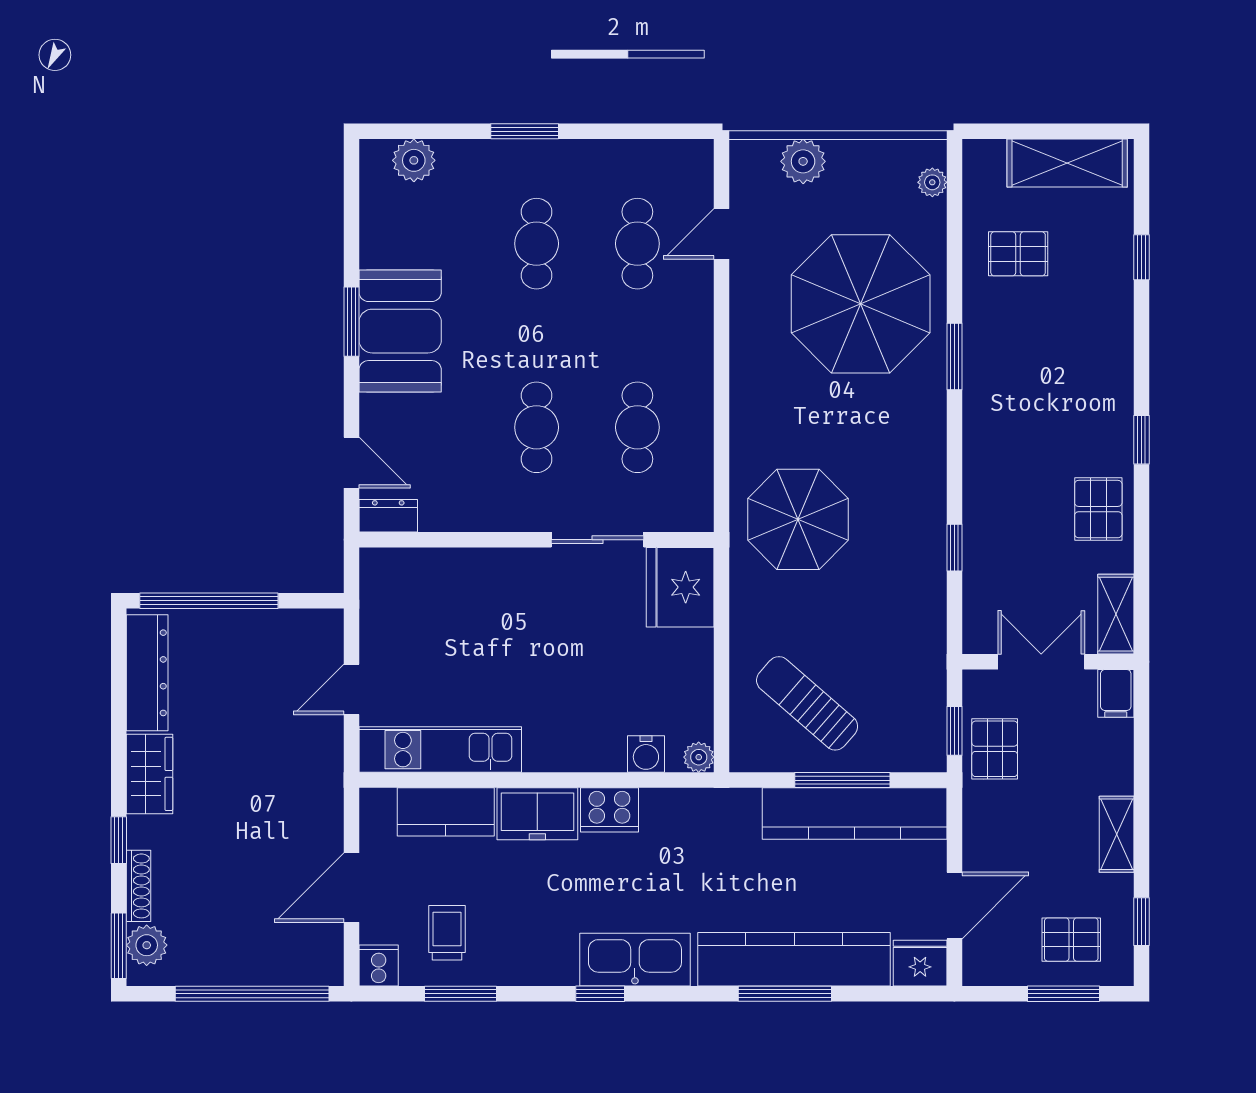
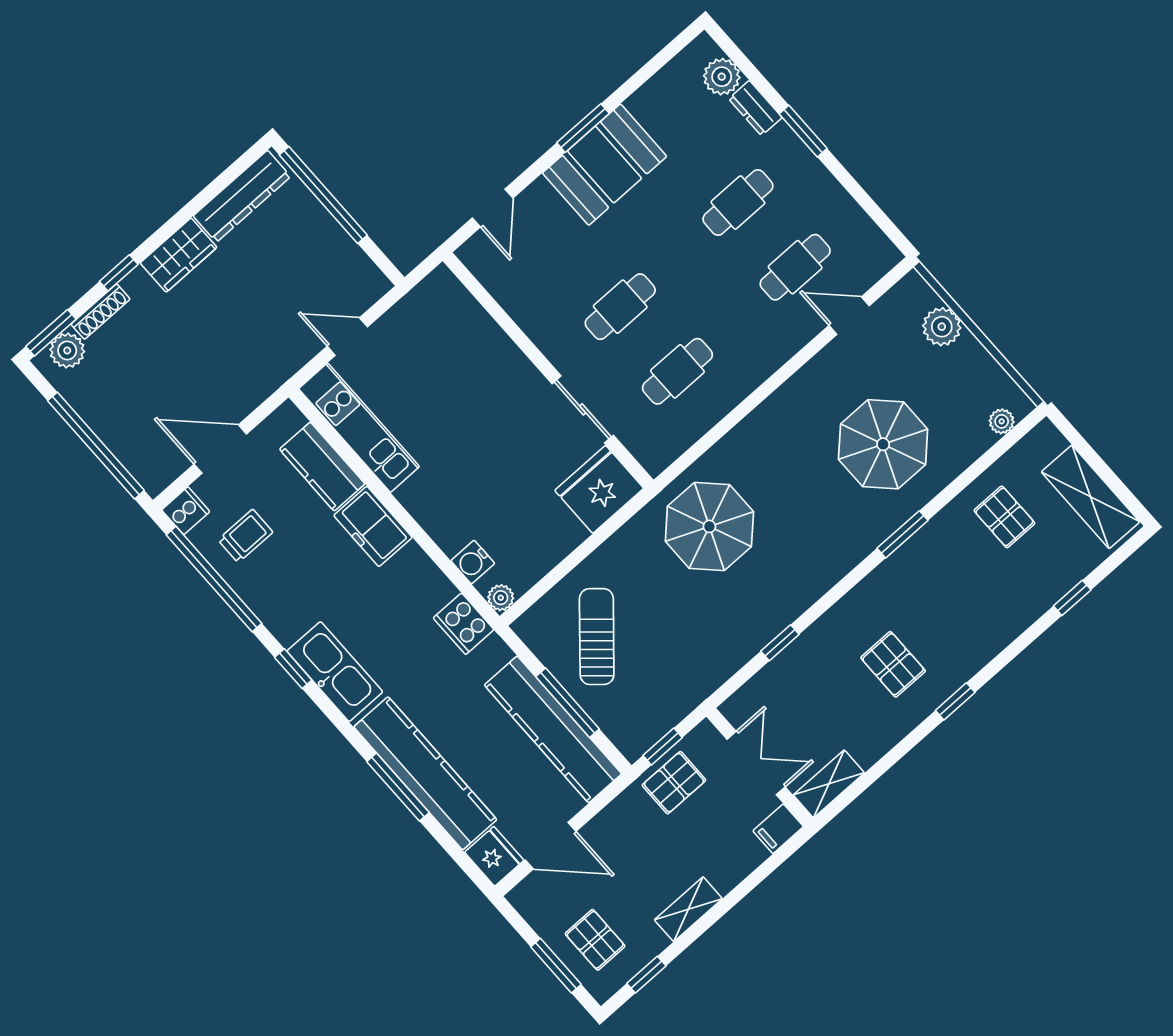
parasol: (861, 304) -> (883, 444), width x0.73, depth x0.73
pallet: (1098, 509) -> (893, 664), moved, turned 90
dresser: (388, 516) -> (755, 108), moved, turned 180
cooker: (609, 810) -> (464, 624), moved
window: (460, 994) -> (214, 579), width x2.11

